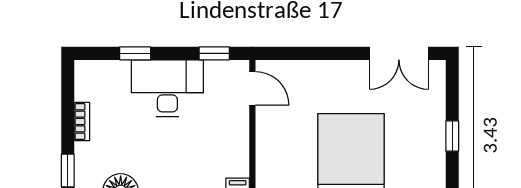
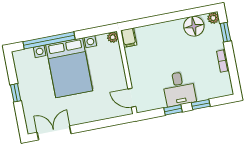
window: (214, 53) -> (173, 110), moved
desk: (167, 88) -> (179, 89), width x0.73

